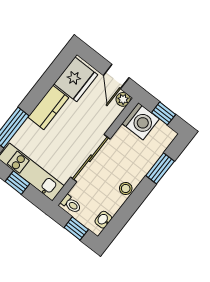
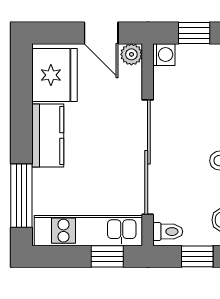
washing machine: (141, 121) -> (164, 55), width x0.53, depth x0.53
sliding door: (90, 158) -> (148, 157), width x1.36
window: (17, 183) -> (107, 256), moved

